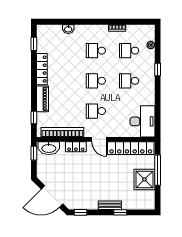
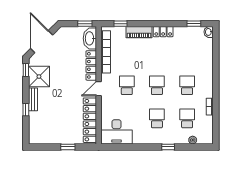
washbasin: (68, 29) -> (209, 32), moved
locker: (42, 69) -> (163, 32), width x0.66
locker: (76, 147) -> (91, 65), width x1.53
window: (158, 170) -> (68, 147), width x0.46
shower: (144, 179) -> (39, 77), moved

